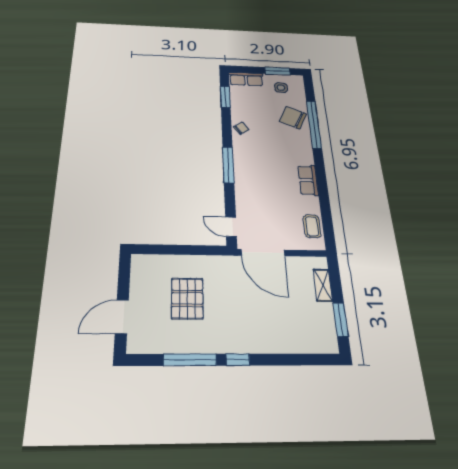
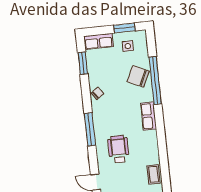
row of seats: (308, 180) -> (149, 116), moved
wheelchair: (265, 191) -> (119, 149), added

